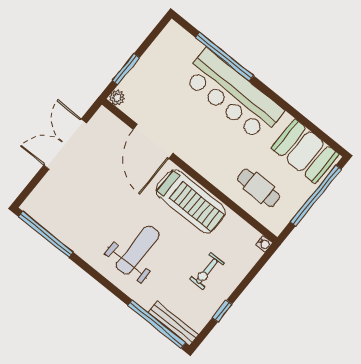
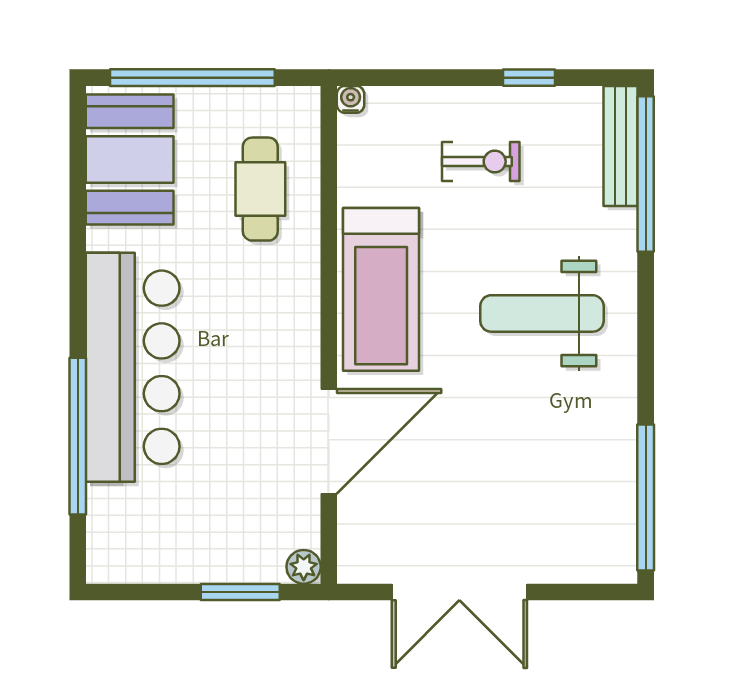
treadmill: (191, 201) -> (381, 289), turned 180

